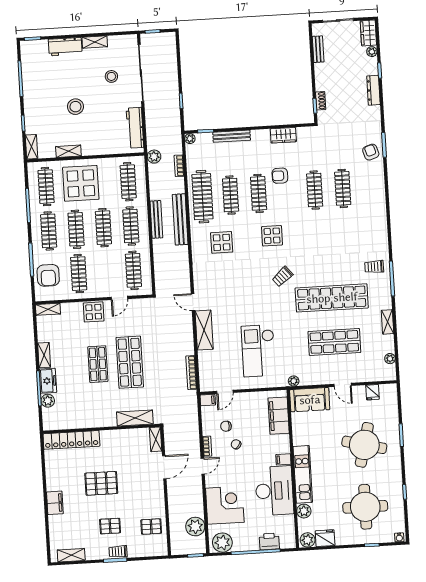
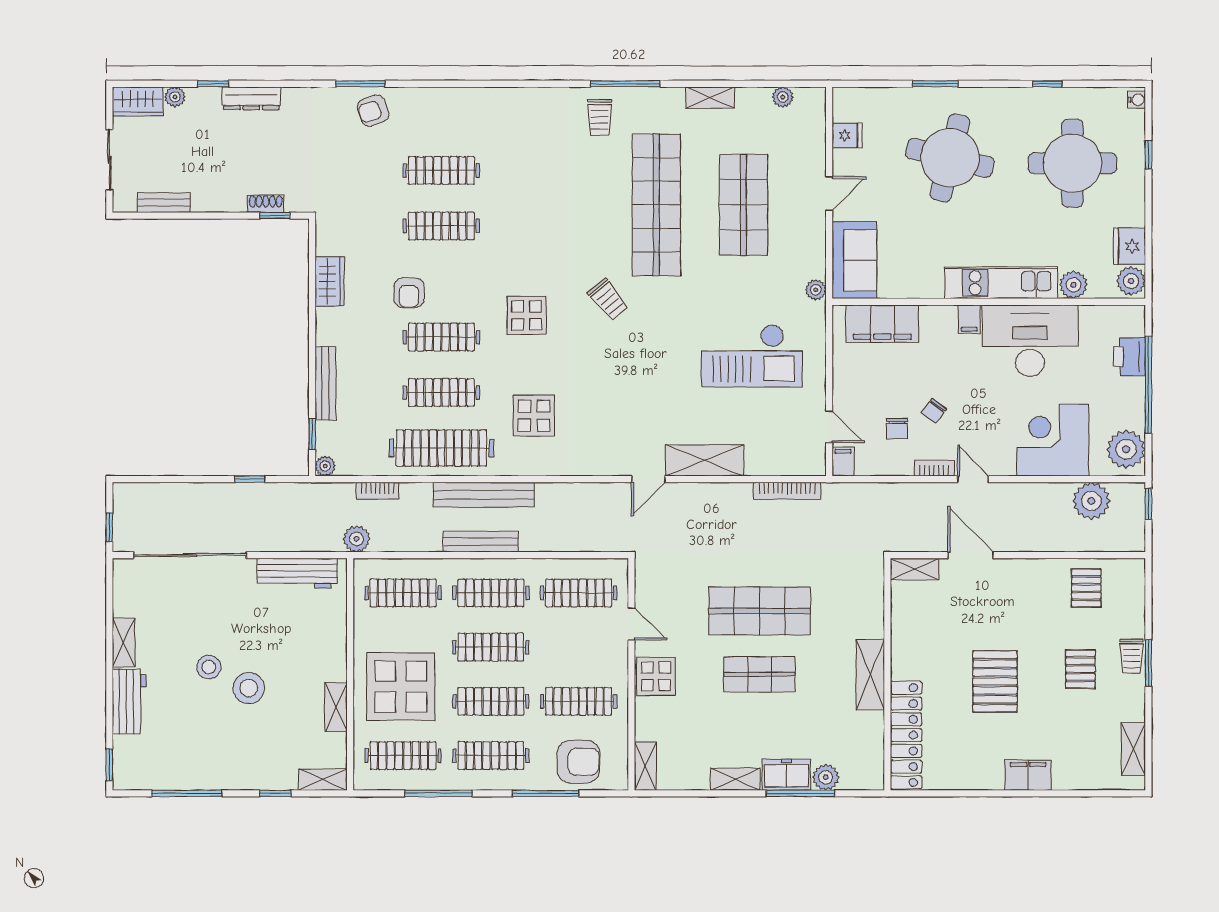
stool: (111, 76) -> (209, 667), moved
shelving: (135, 418) -> (870, 675), moved

